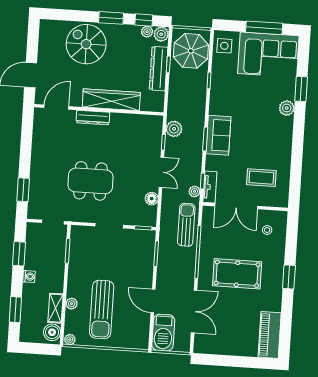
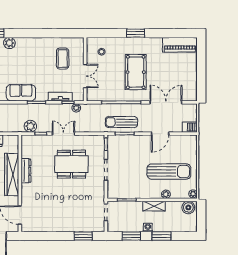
dresser: (93, 118) -> (26, 171), moved
sofa: (218, 135) -> (21, 93), moved
dining table: (91, 181) -> (71, 164), moved, turned 90
tv unit: (210, 187) -> (60, 97), moved
floor lamp: (152, 199) -> (84, 140), removed
double door: (236, 206) -> (85, 76), width x0.73
sun lounger: (186, 225) -> (121, 122), moved
shelving: (55, 308) -> (154, 206), moved
window: (15, 310) -> (161, 236), moved
barbecue: (163, 333) -> (190, 127), width x0.53, depth x0.65

